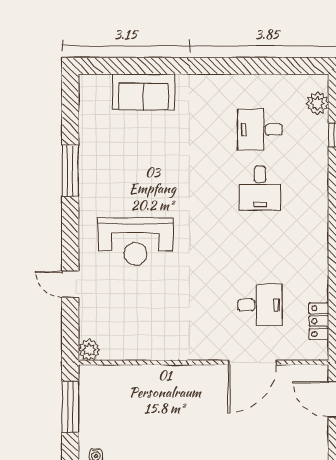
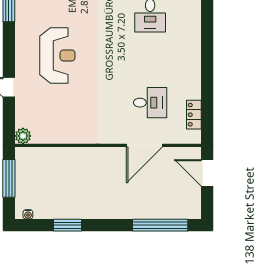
reception desk: (135, 242) -> (57, 55), turned -90

